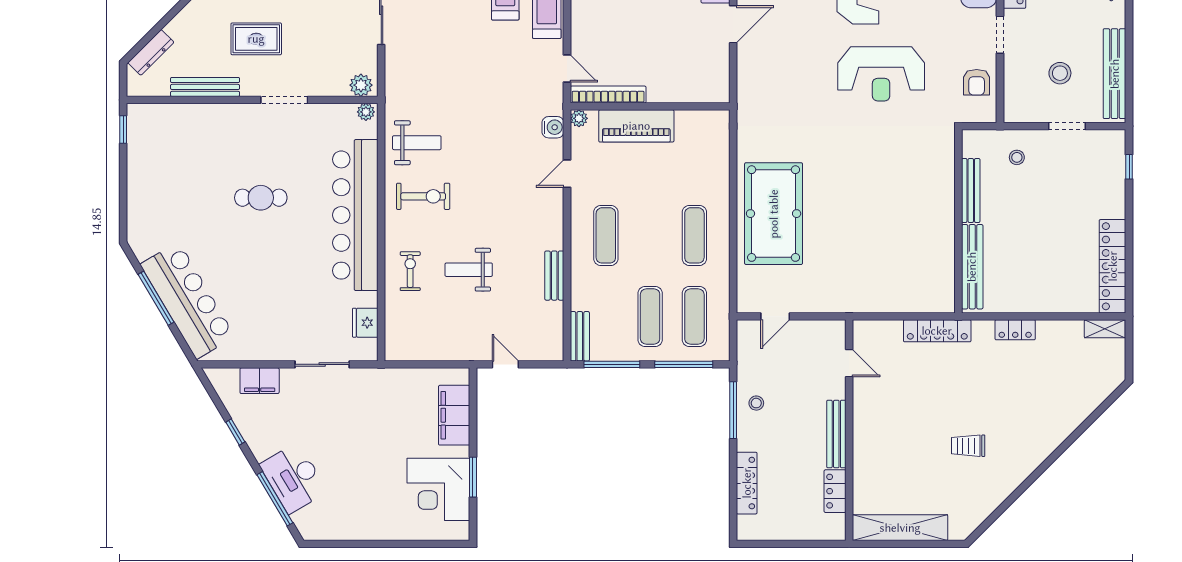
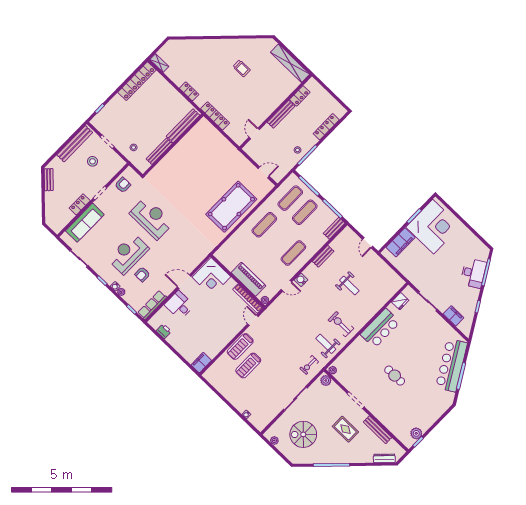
corner desk: (698, 73) -> (211, 277), added
water cooler: (553, 127) -> (301, 280), moved
plant: (139, 140) -> (416, 433), added
bar counter: (355, 215) -> (380, 328), width x0.54
exercise bike: (410, 271) -> (309, 365), moved
corner desk: (438, 489) -> (433, 227), width x1.36, depth x1.36

